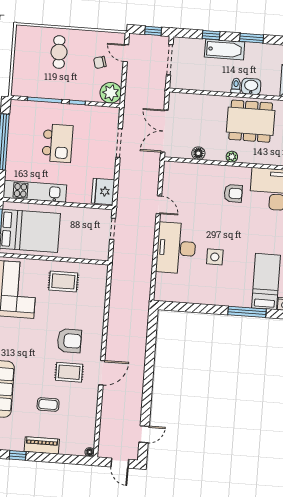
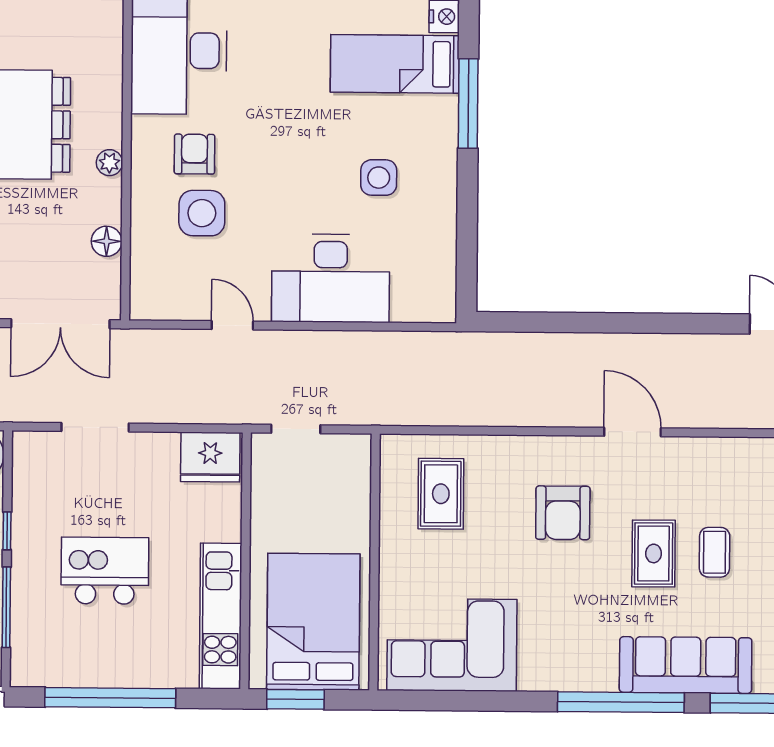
side table: (208, 195) -> (202, 213), added
door: (159, 205) -> (232, 325), hinge flipped
side table: (215, 257) -> (379, 178), moved
rug: (63, 281) -> (441, 494), moved
armchair: (69, 341) -> (563, 513), turned 180
rug: (69, 372) -> (654, 553), moved

